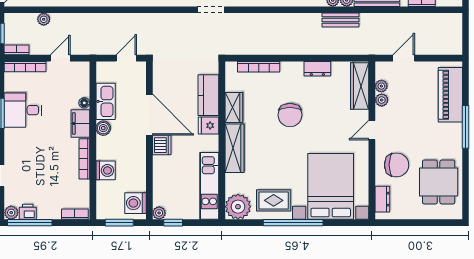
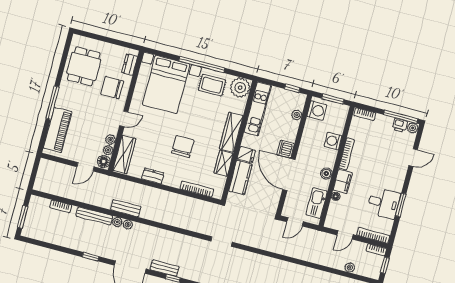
floor lamp: (383, 71) -> (104, 161), added
kitchen sink: (106, 101) -> (317, 203), moved
plant: (159, 213) -> (297, 115), moved

